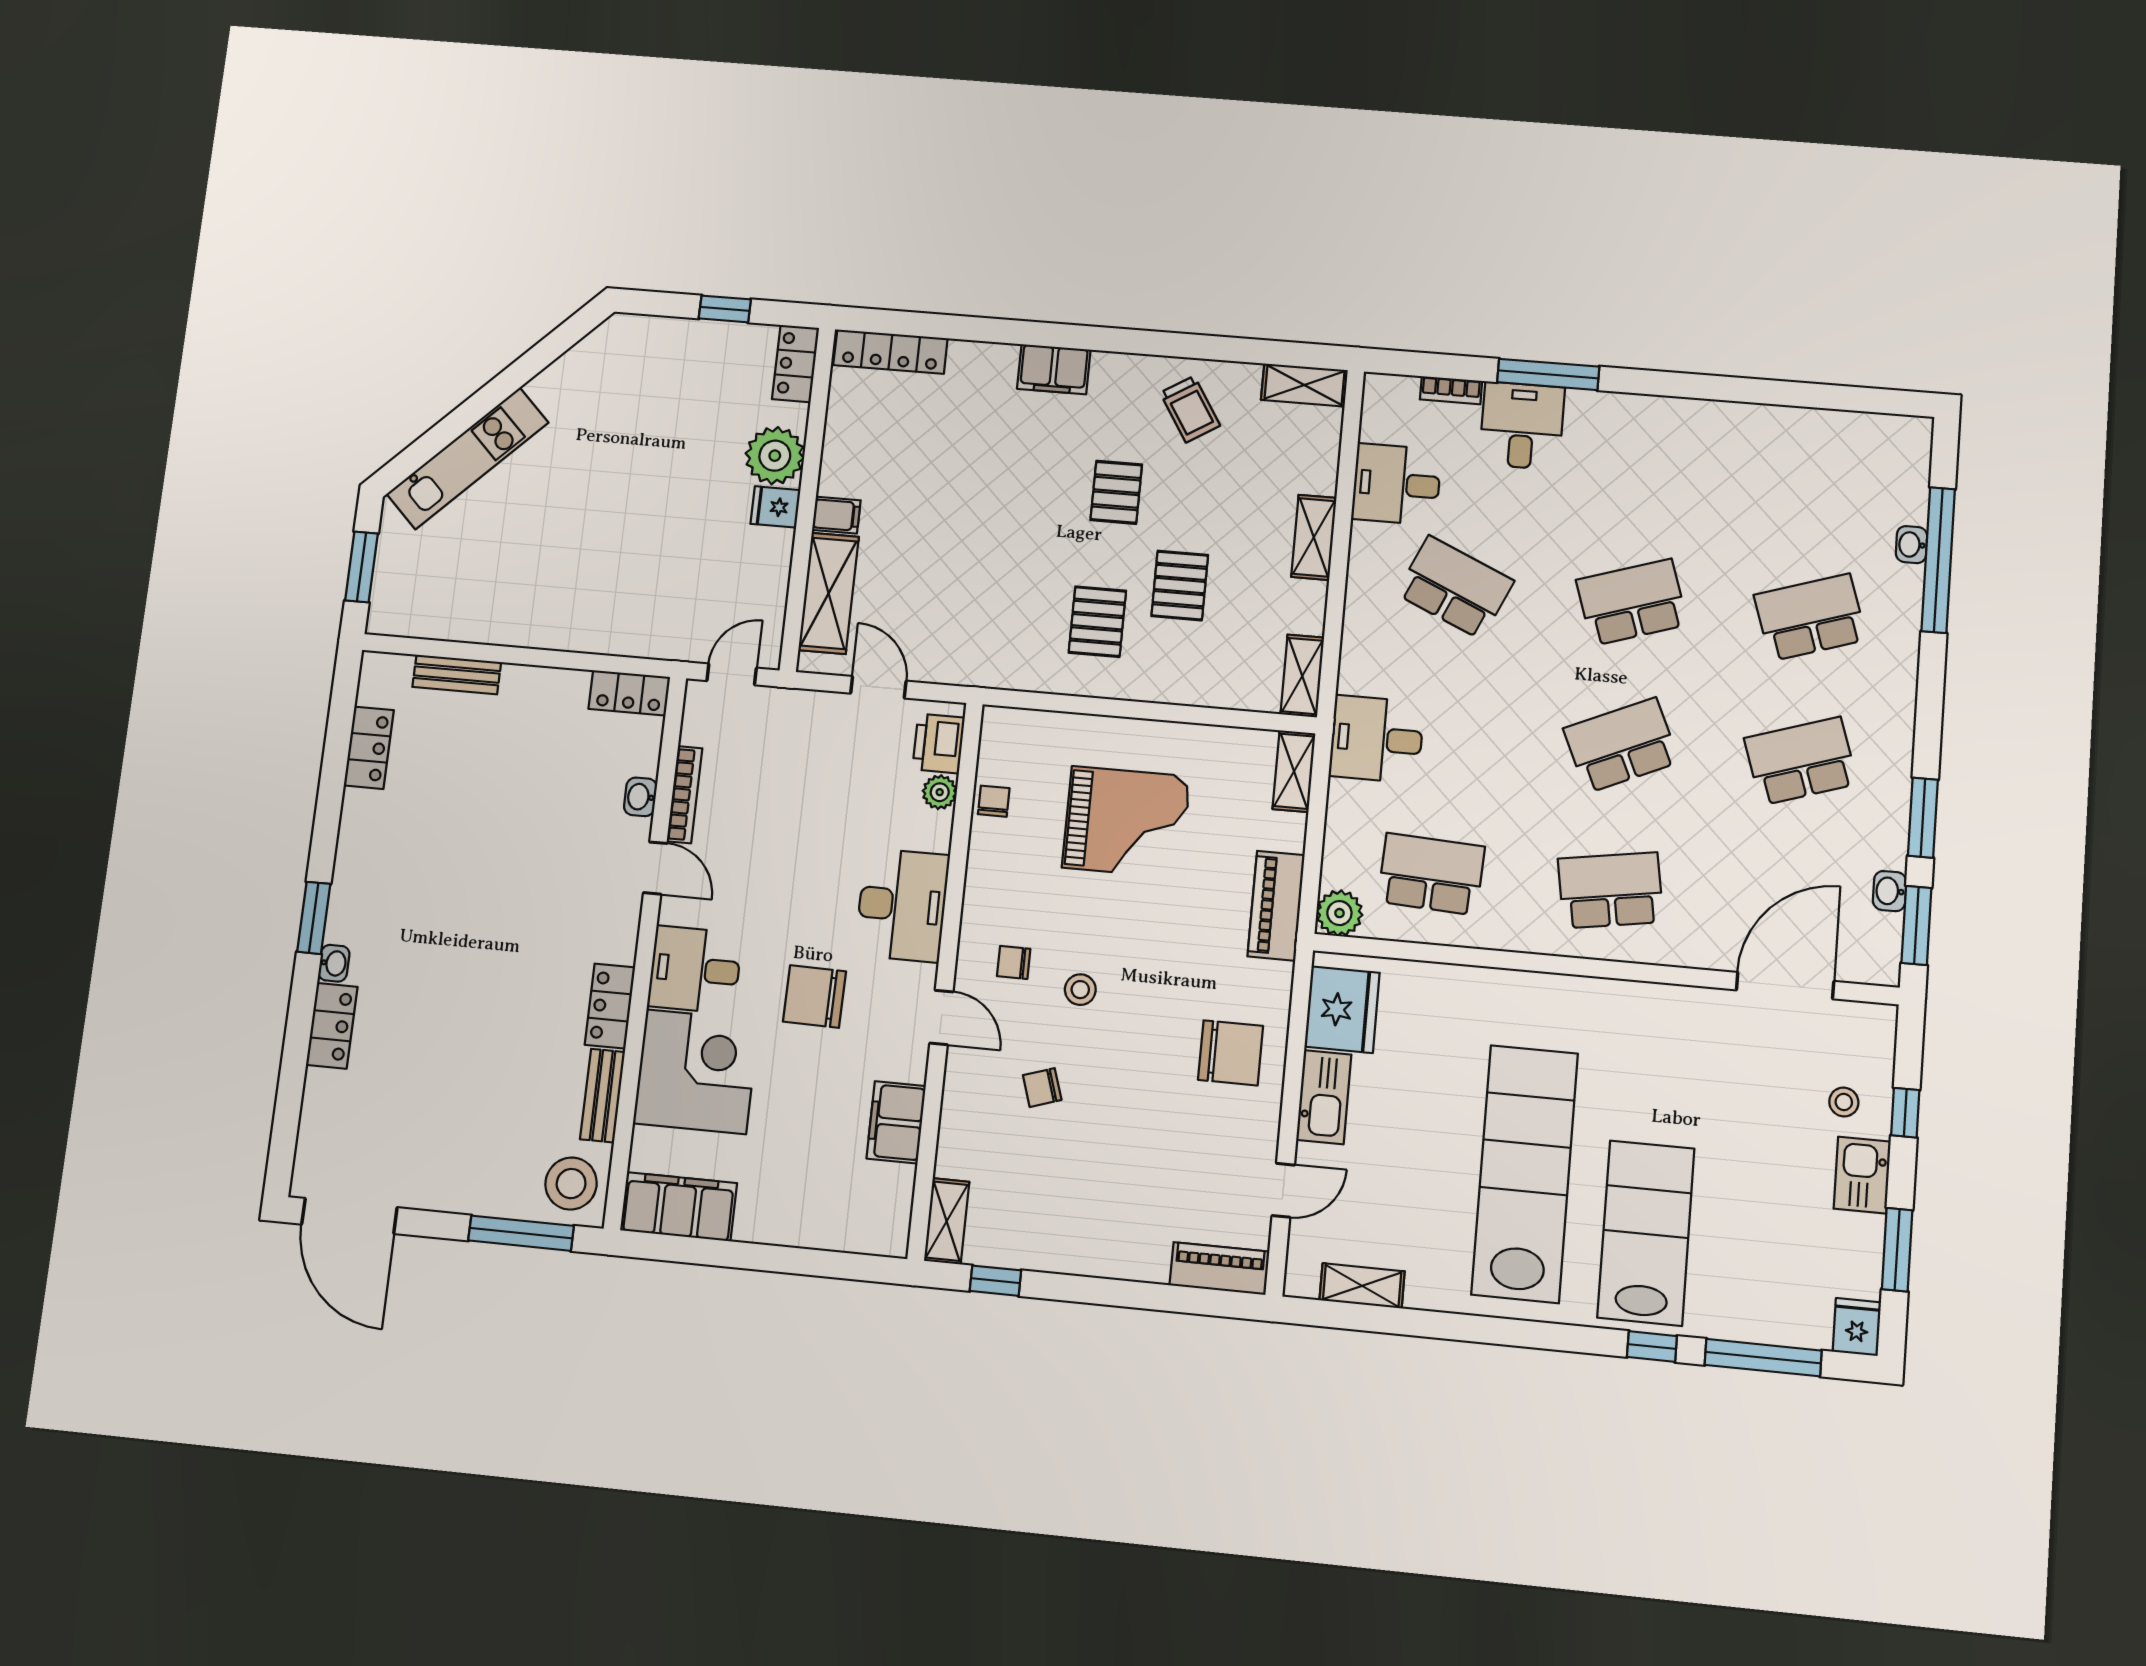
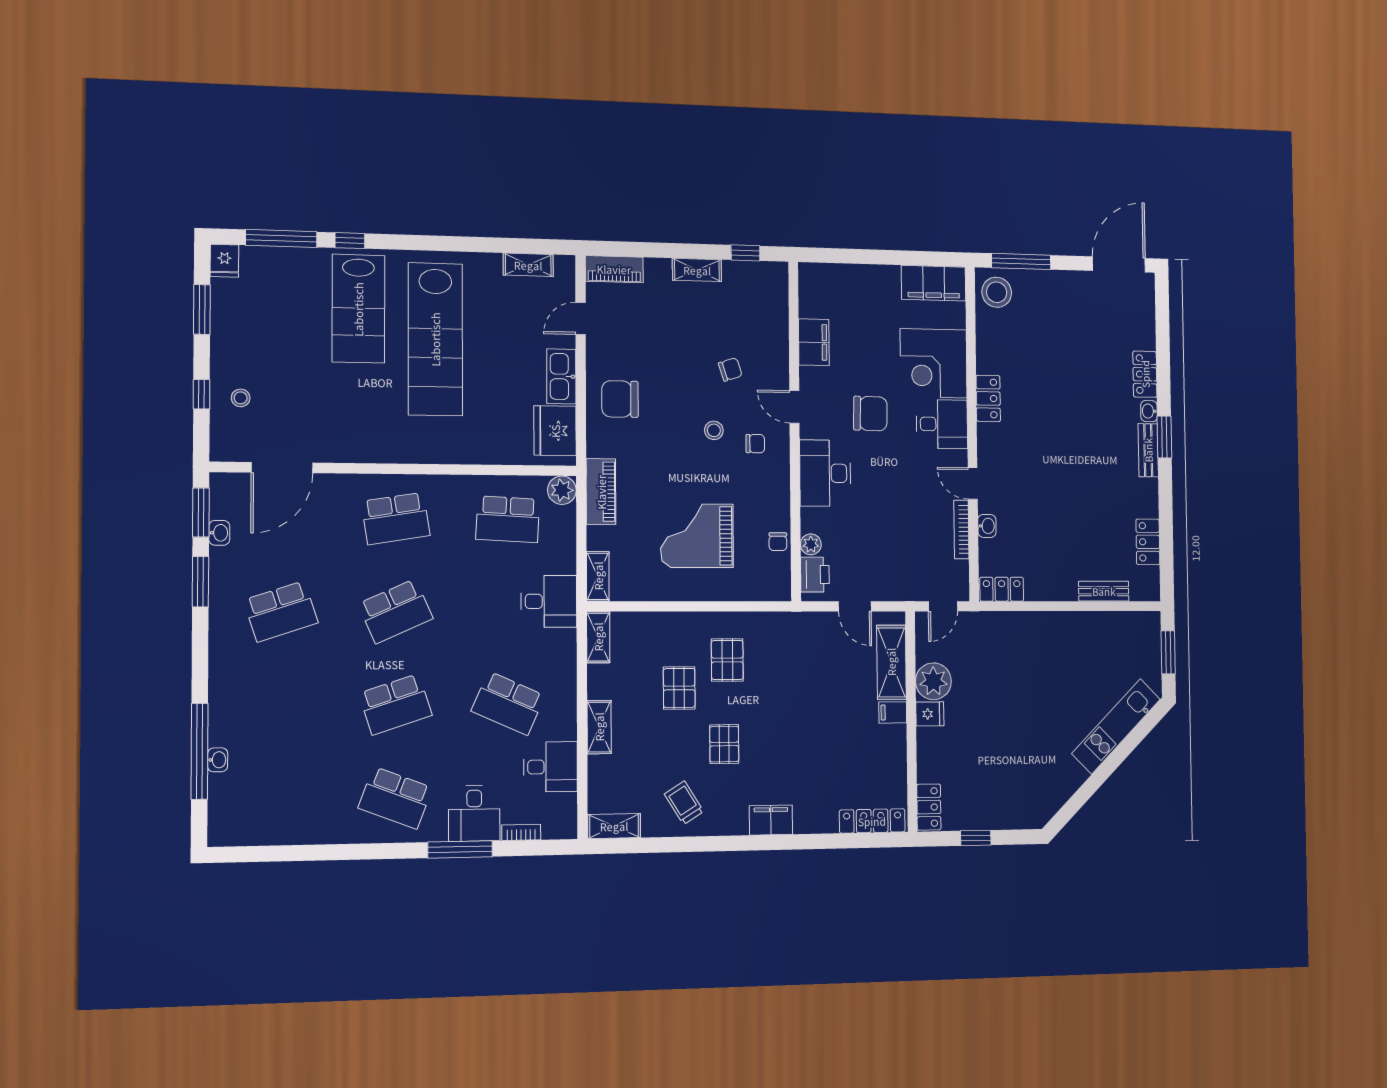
plant: (775, 456) -> (933, 681), moved
school desk: (1810, 617) -> (395, 798), moved, turned 39
bench: (603, 1096) -> (1148, 450), moved
kitchen sink: (1862, 1175) -> (226, 354), removed
door: (349, 1216) -> (1119, 264), hinge flipped
shelving: (947, 1221) -> (697, 270), moved, turned 90

